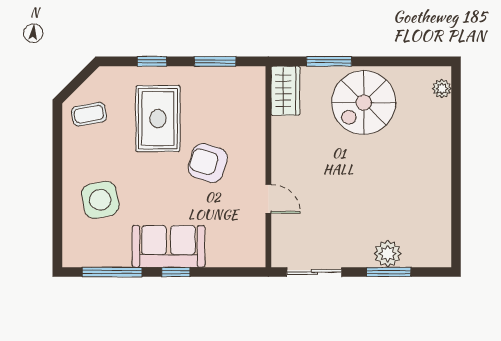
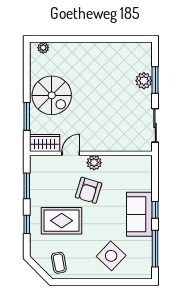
plant: (253, 172) -> (94, 163), added
door: (268, 199) -> (71, 153), moved
side table: (100, 200) -> (111, 256), turned -36

